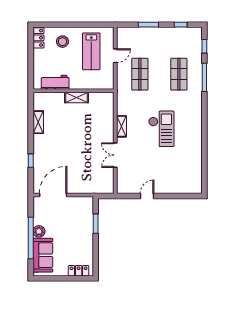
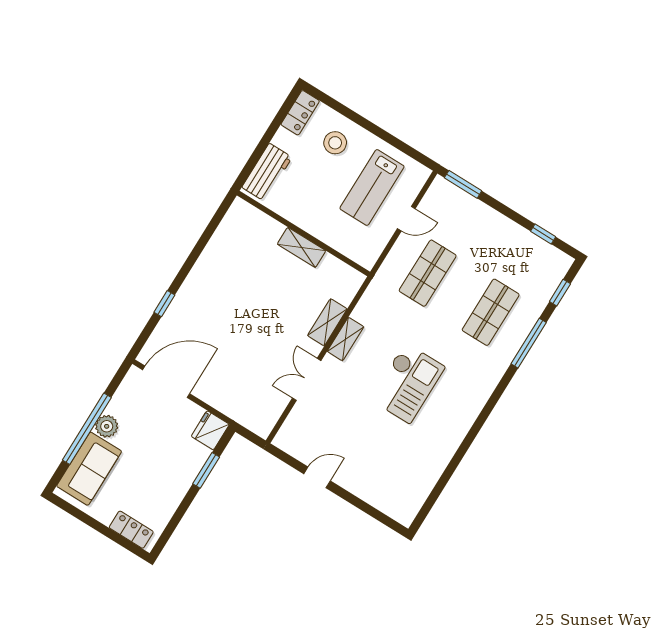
window: (148, 25) -> (463, 184), moved
workbench: (55, 82) -> (267, 172), moved, turned 90
shelving: (38, 122) -> (327, 322), moved
fridge: (86, 205) -> (210, 430), added

